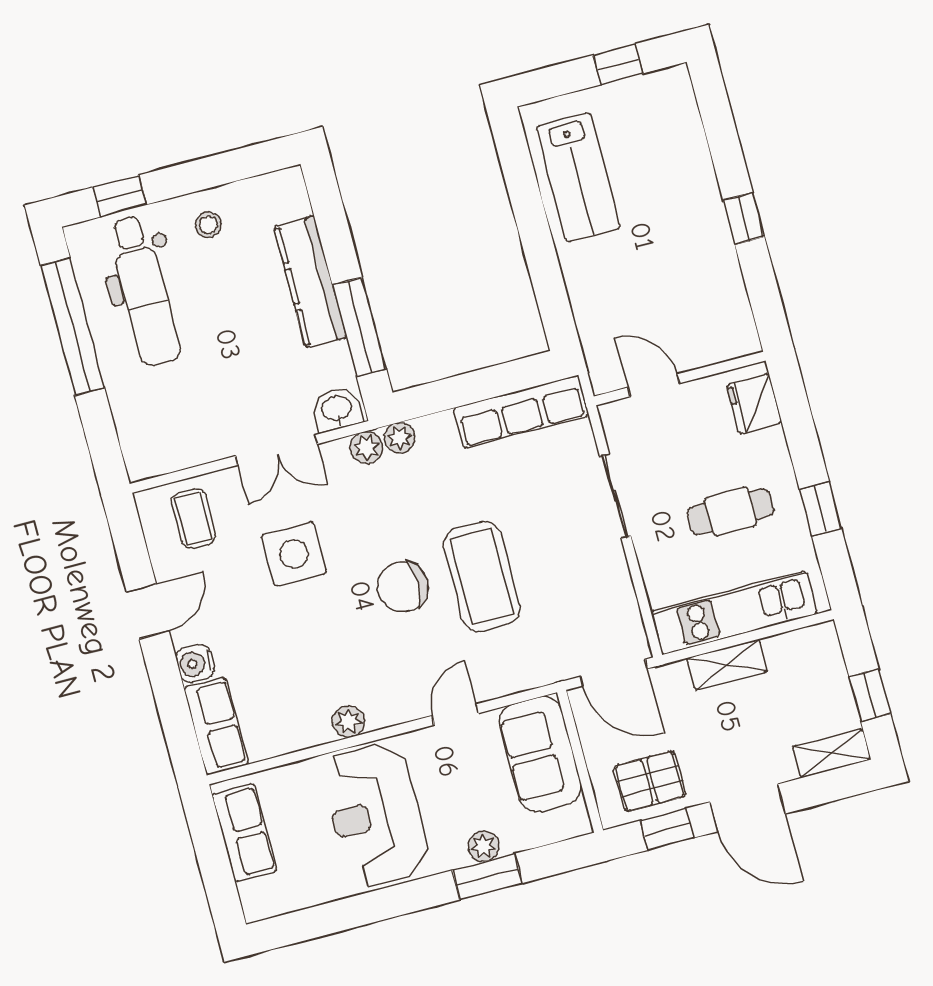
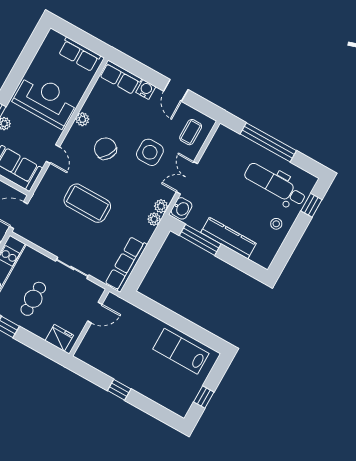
window: (72, 327) -> (268, 142), moved
coffee table: (194, 518) -> (191, 132), turned 90
chair: (403, 587) -> (105, 149), moved, turned -57

